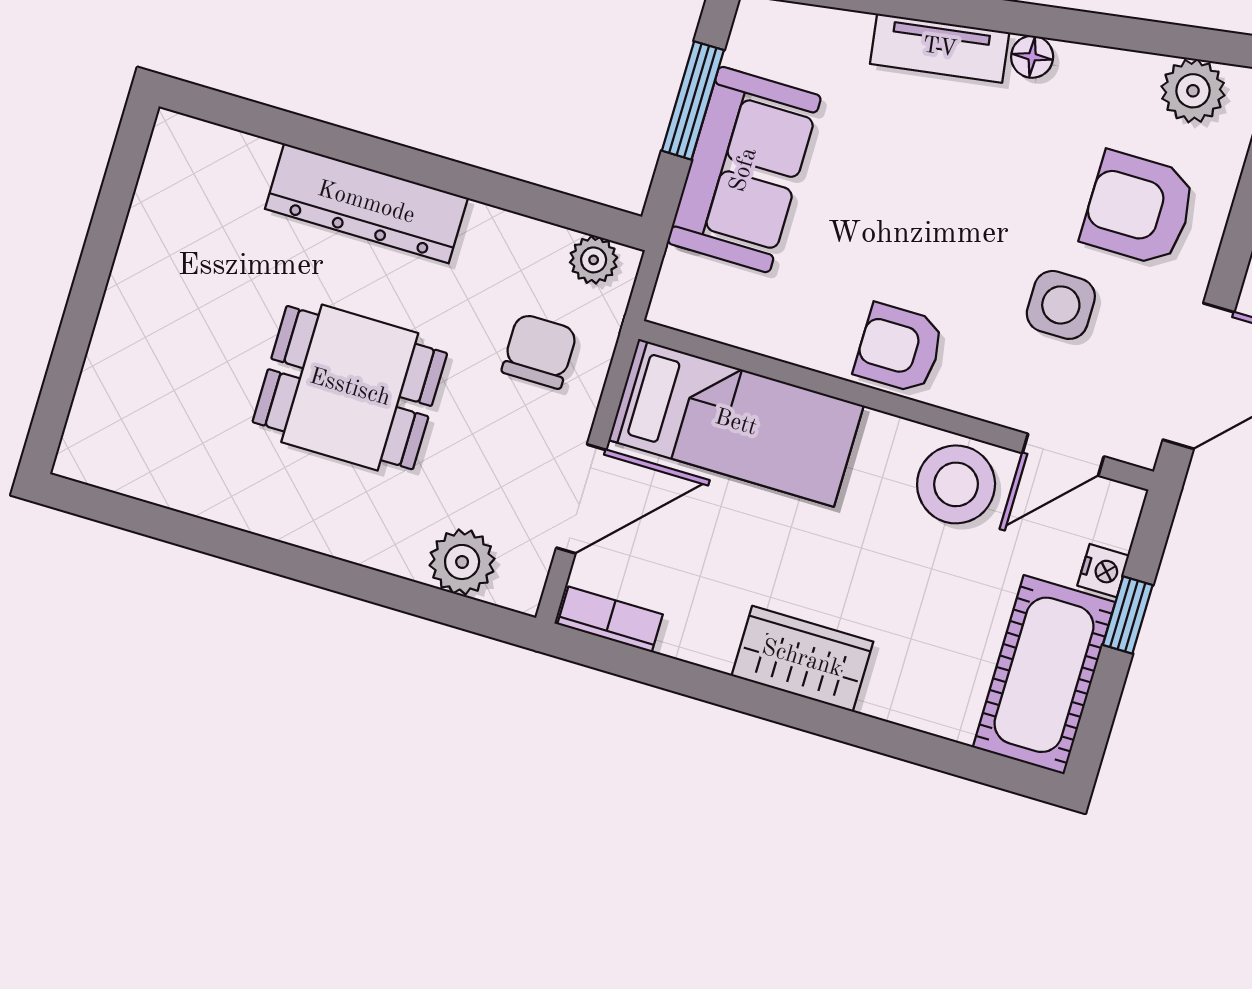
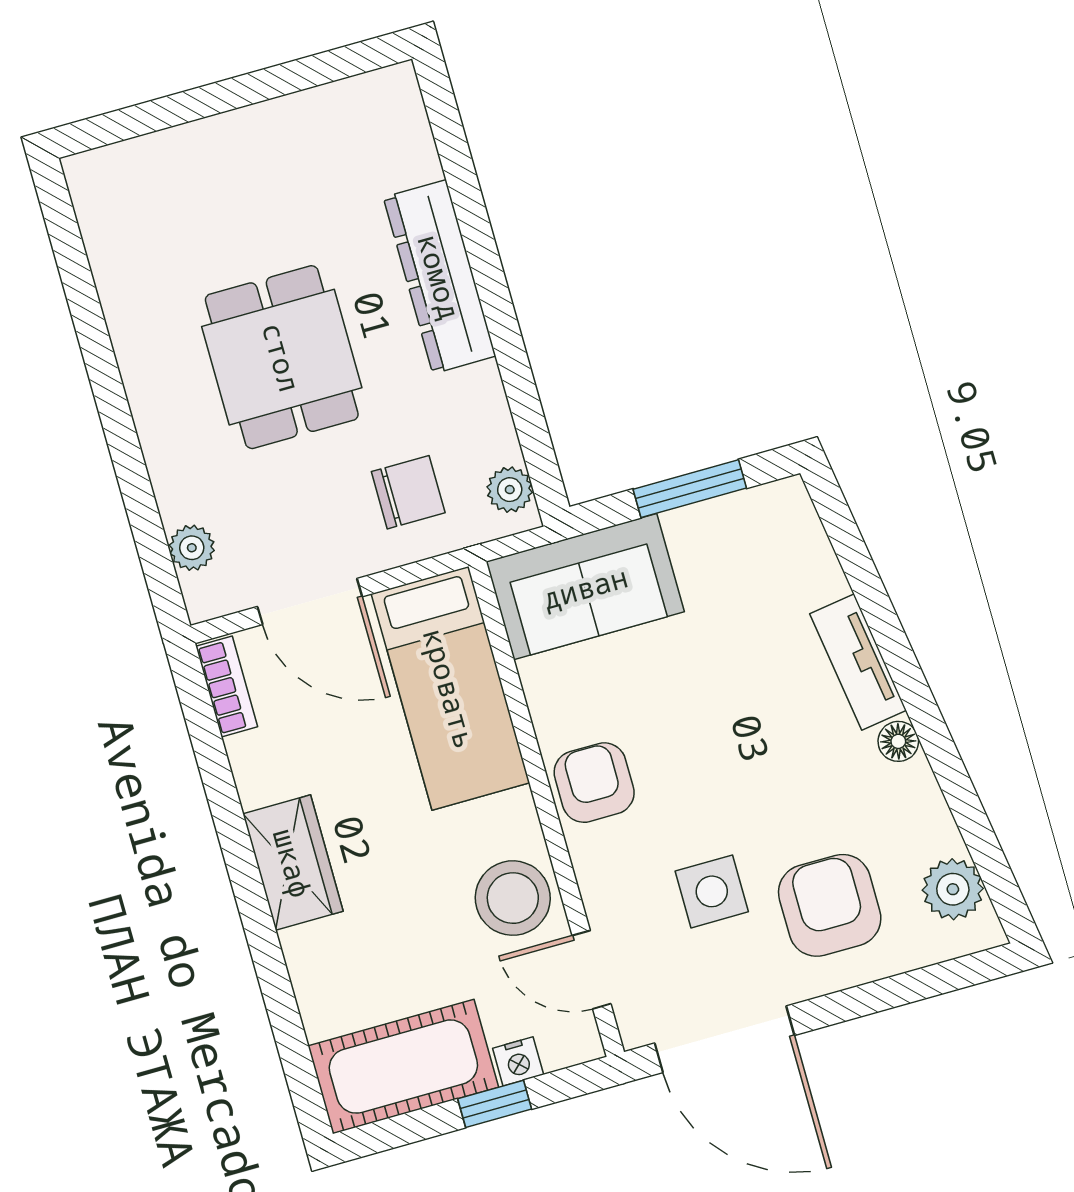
sofa: (744, 170) -> (585, 587), moved
plant: (462, 562) -> (192, 548), width x0.73, depth x0.73

